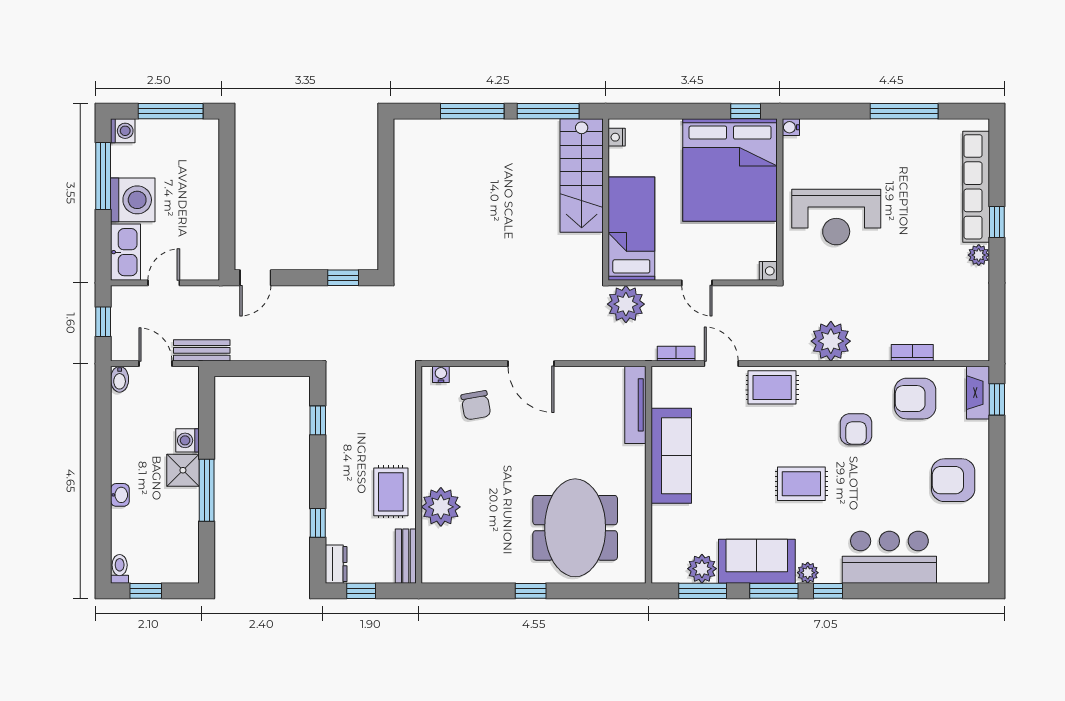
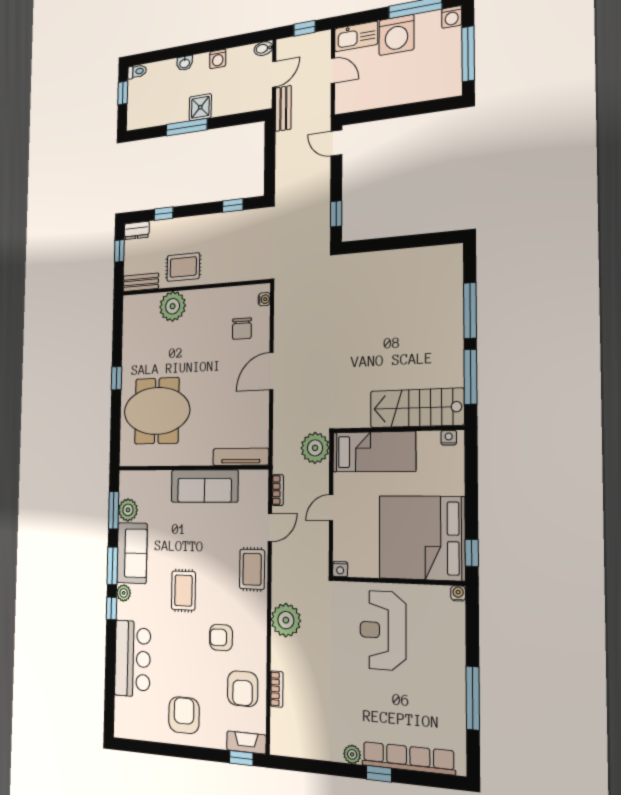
armchair: (915, 399) -> (243, 689), turned 180
chair: (476, 405) -> (242, 329), turned -80
washing machine: (187, 440) -> (218, 59), moved, turned 180

